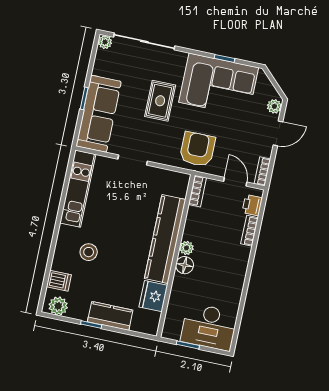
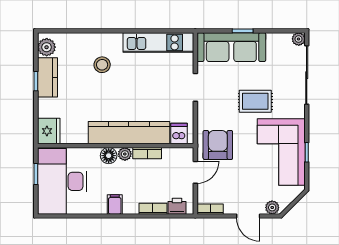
armchair: (197, 149) -> (218, 145), turned -90
door: (235, 182) -> (195, 172), moved
bookcase: (197, 191) -> (147, 153), moved
filing cabinet: (237, 269) -> (115, 204), added
dishwasher: (59, 281) -> (179, 134), moved, turned 180
fridge: (153, 296) -> (49, 131), moved, turned 90
kitchen counter: (110, 316) -> (47, 77), moved
desk: (209, 327) -> (62, 181), width x1.36, depth x1.30

